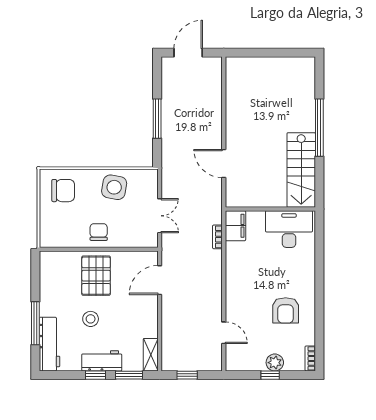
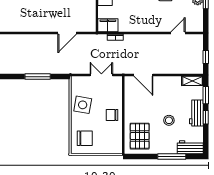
chair: (63, 191) -> (85, 138), turned 90
pallet: (96, 276) -> (140, 136), moved, turned 90
workbench: (49, 344) -> (190, 147), width x0.73

